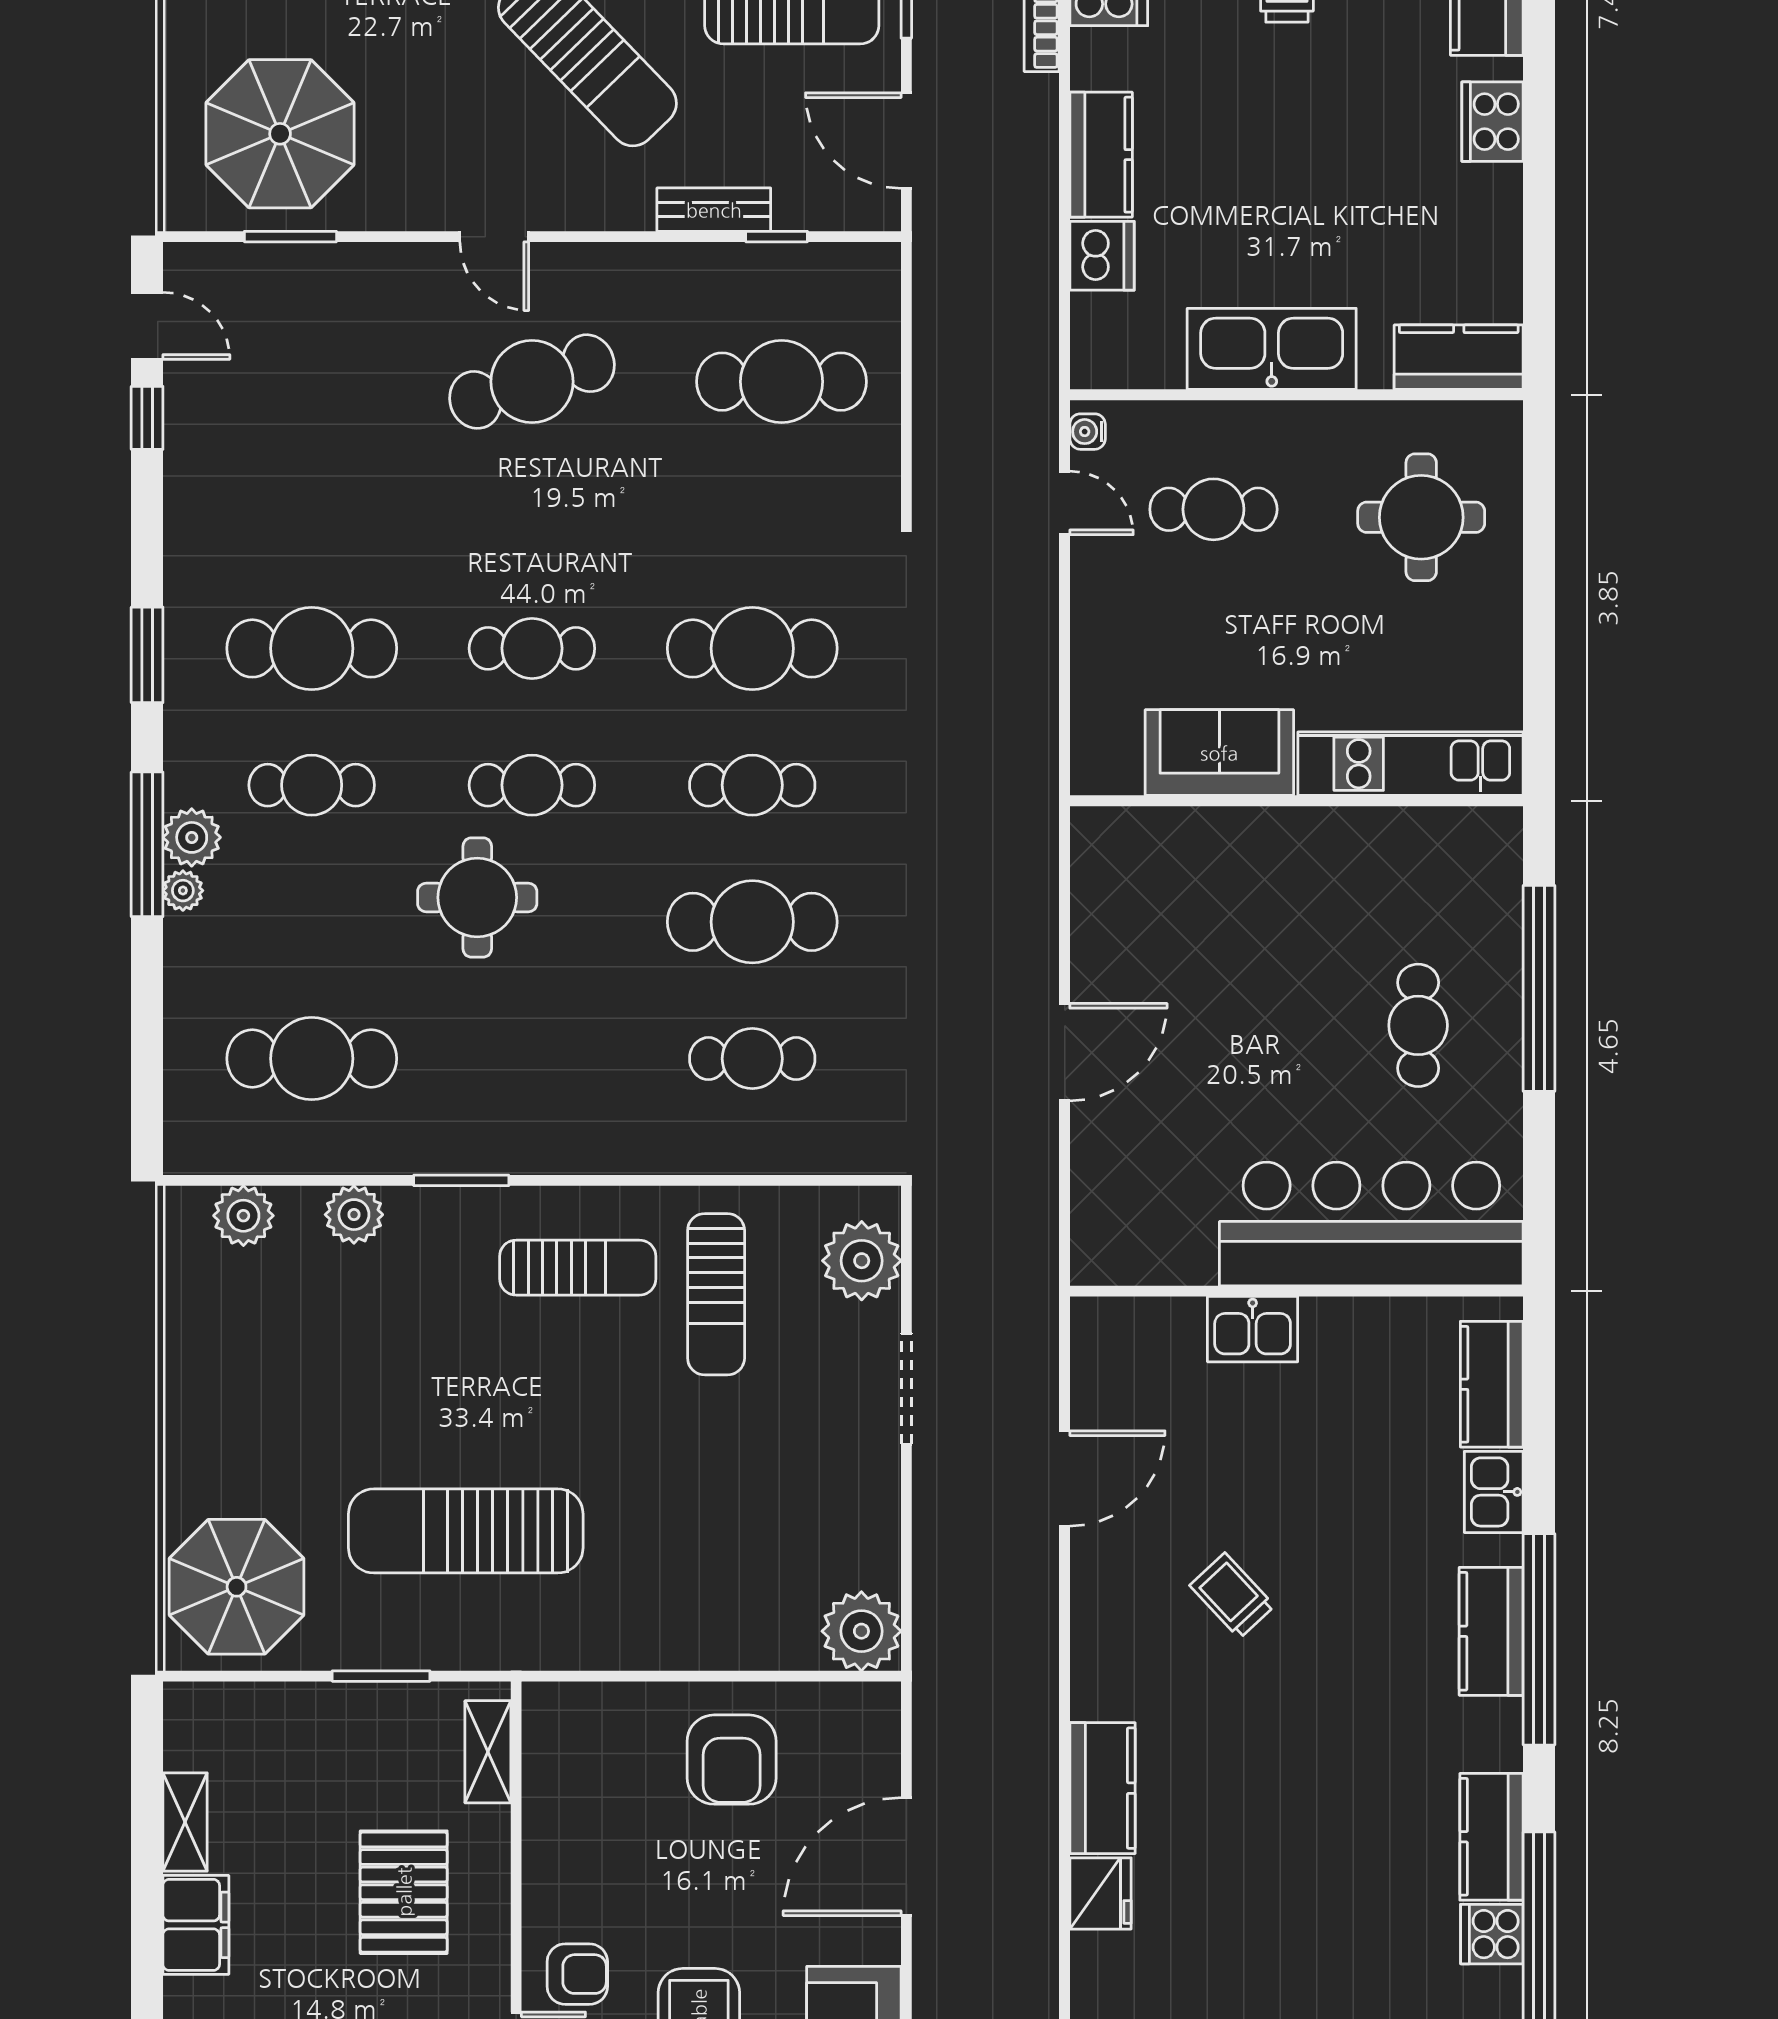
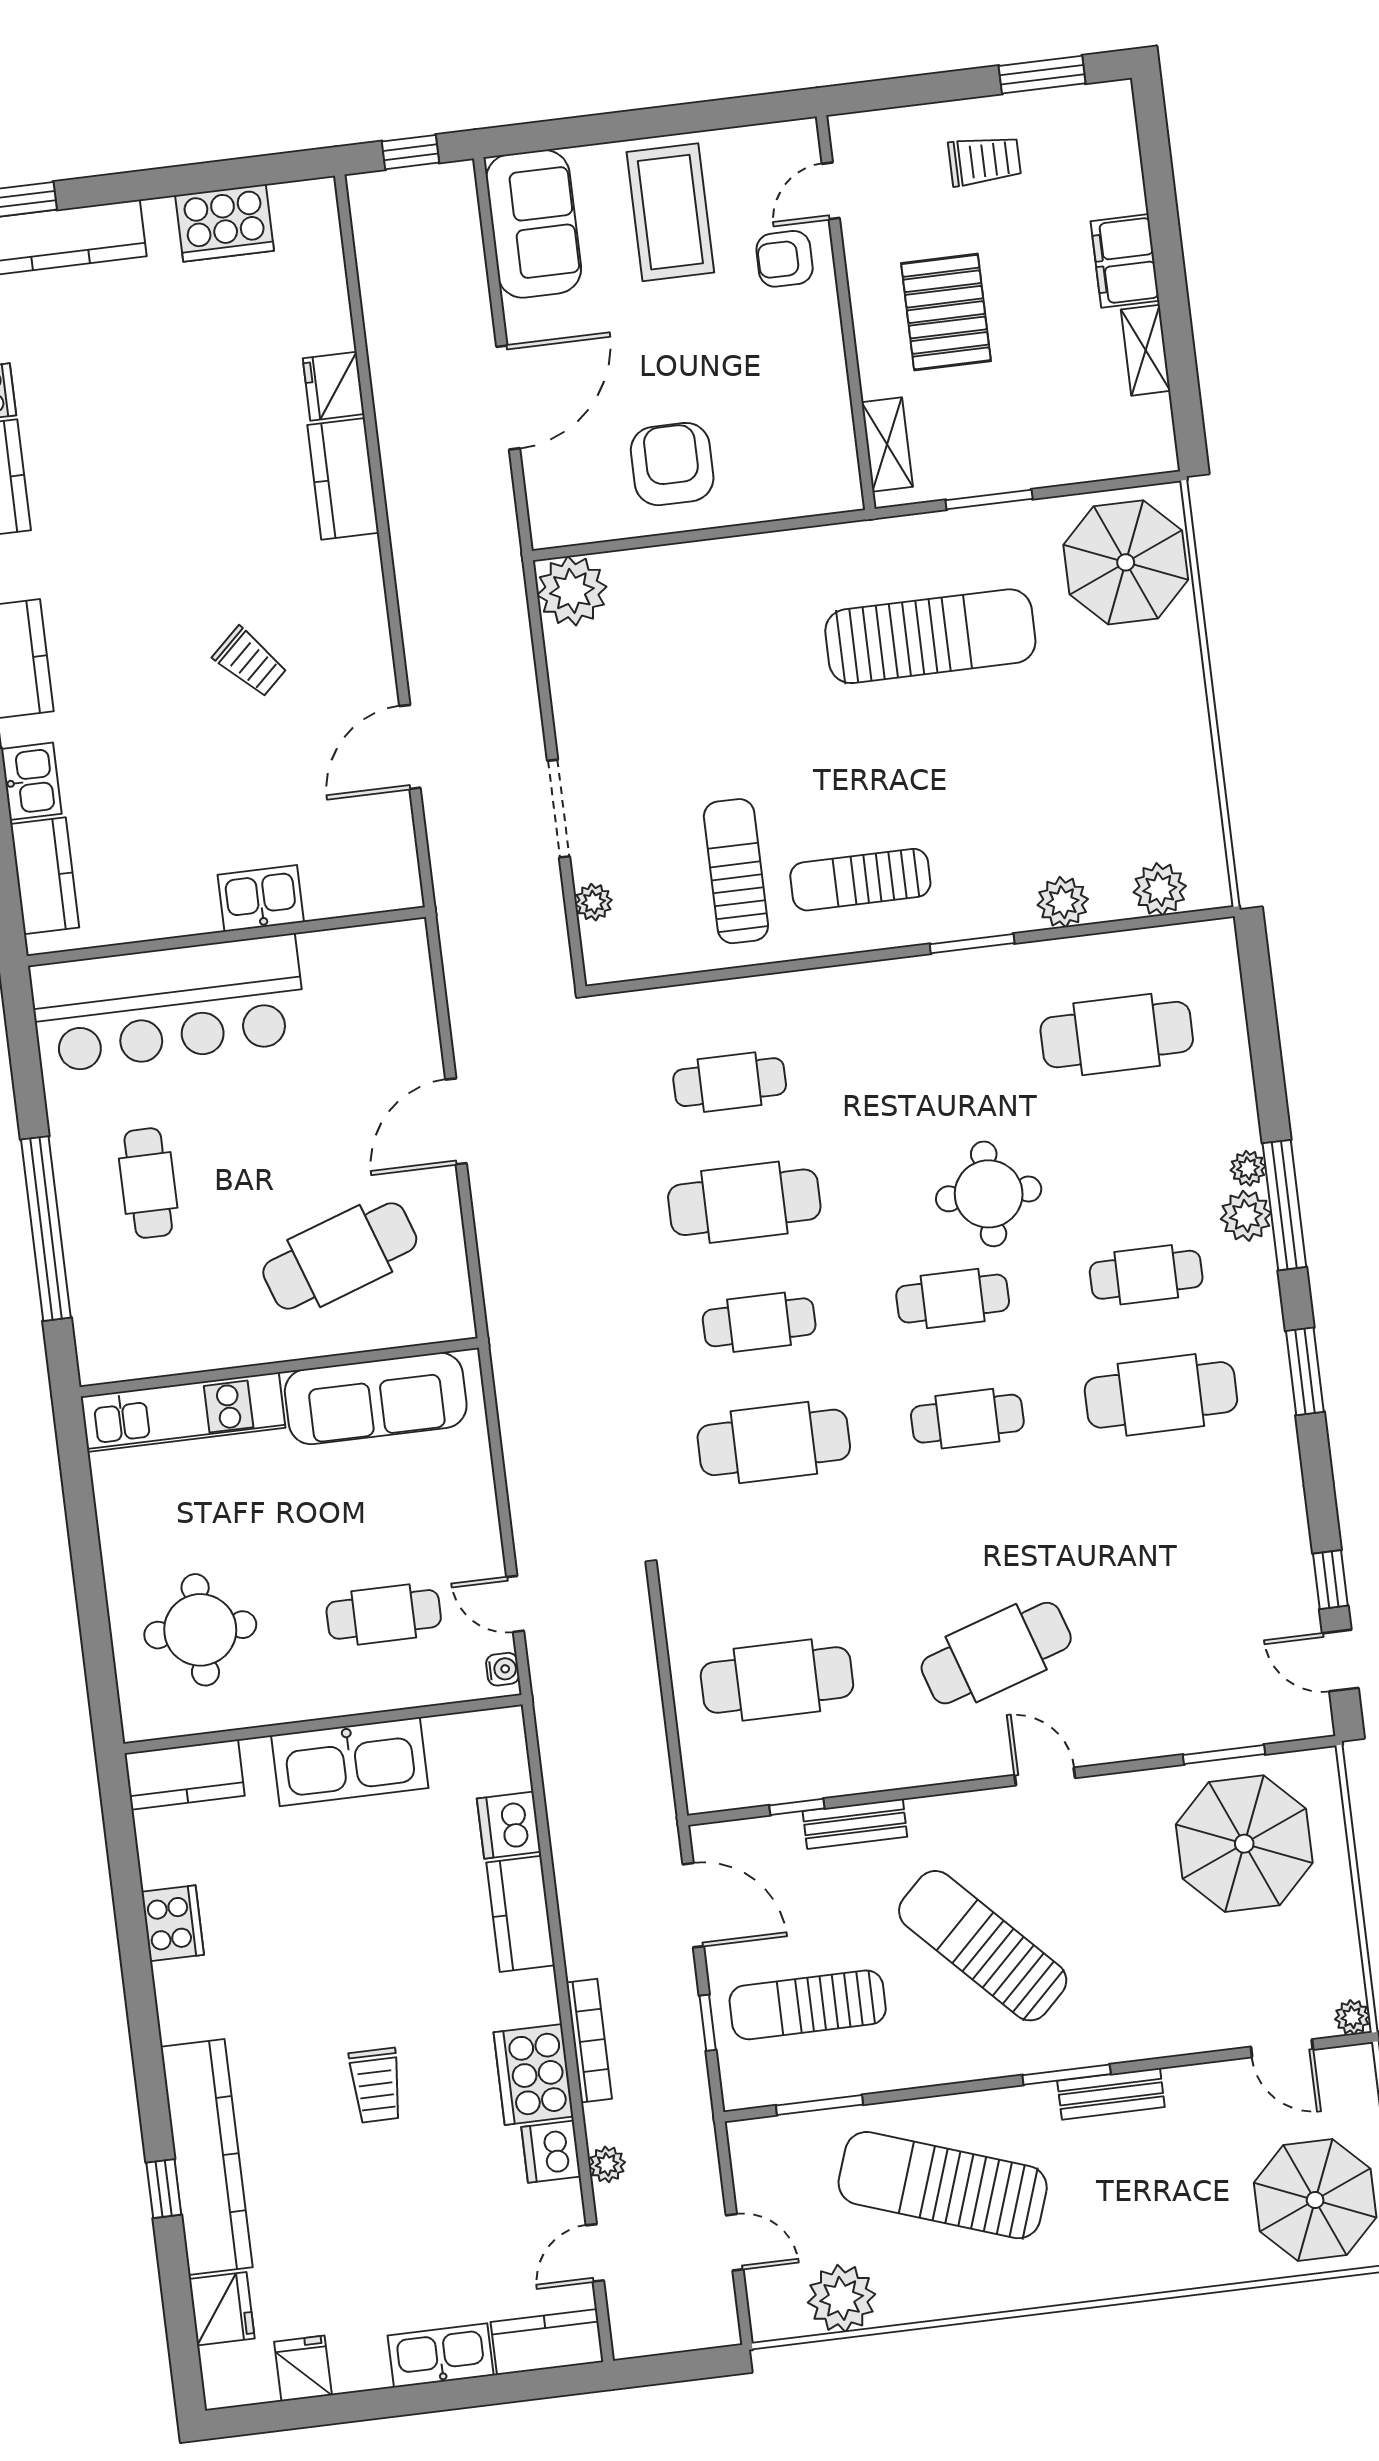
cooker: (1493, 122) -> (173, 1923), moved
sofa: (1219, 753) -> (376, 1398), width x1.36
cafe table: (1213, 917) -> (340, 1256), added
plant: (862, 1261) -> (594, 902), width x0.53, depth x0.53

